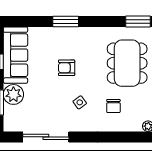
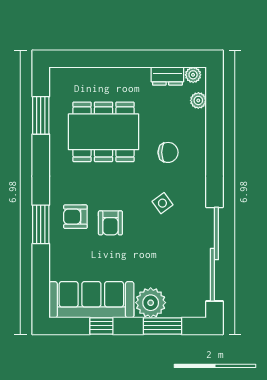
armchair: (71, 44) -> (75, 217), added
sliding door: (46, 137) -> (214, 254), width x1.36

